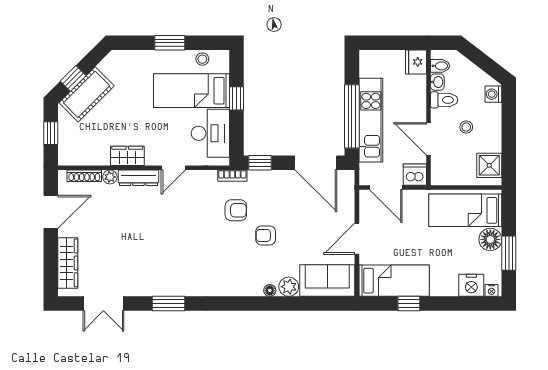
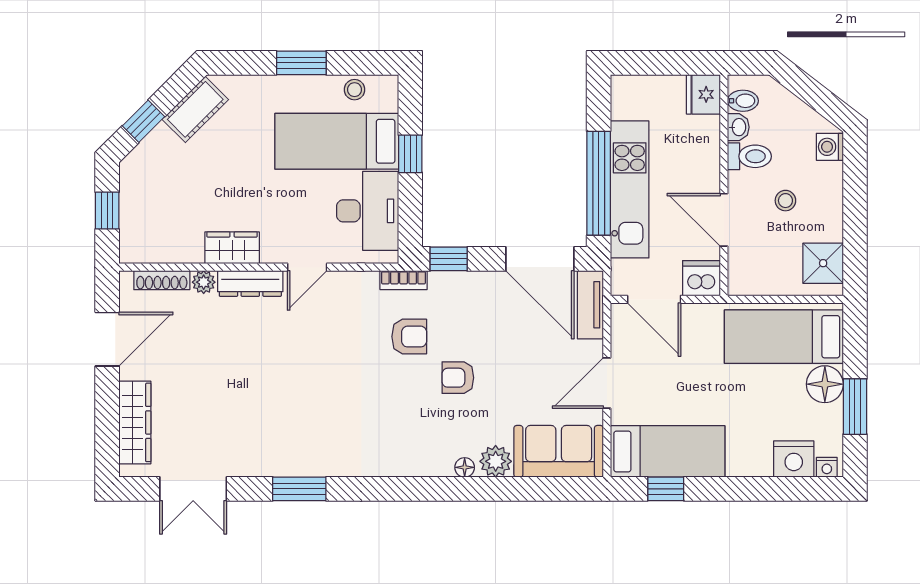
cot: (87, 94) -> (195, 109), moved, width x0.73, depth x0.75
tv unit: (347, 191) -> (590, 305), added
window: (409, 304) -> (666, 489), moved

